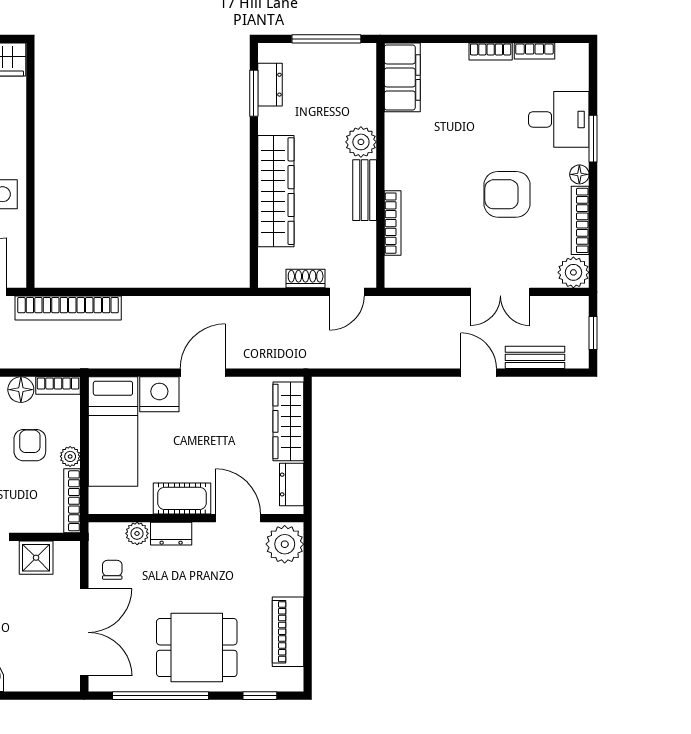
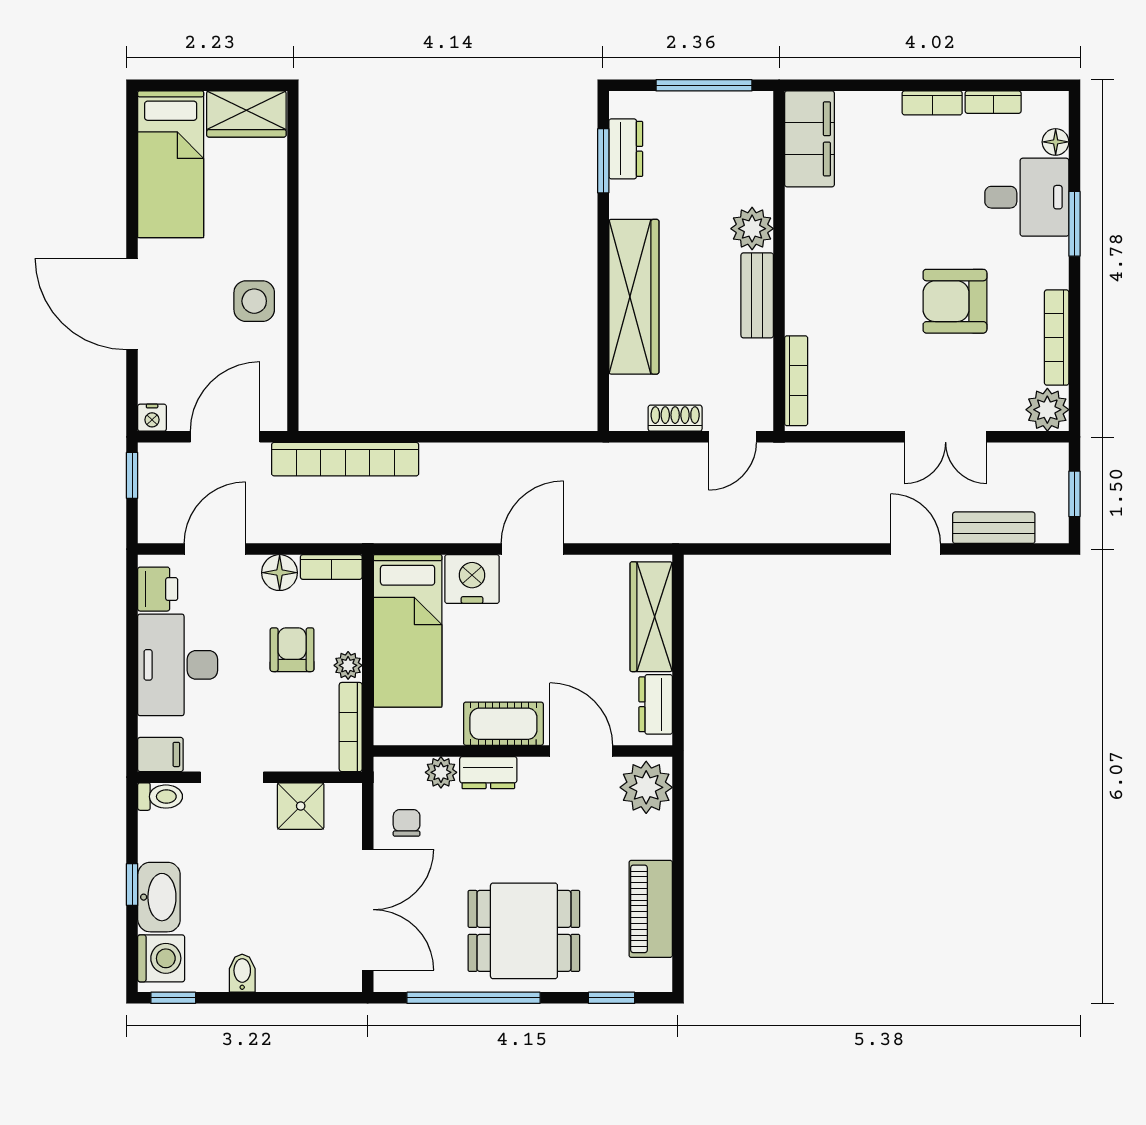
floor lamp: (579, 174) -> (1056, 142), moved
bookcase: (393, 223) -> (796, 381), moved

